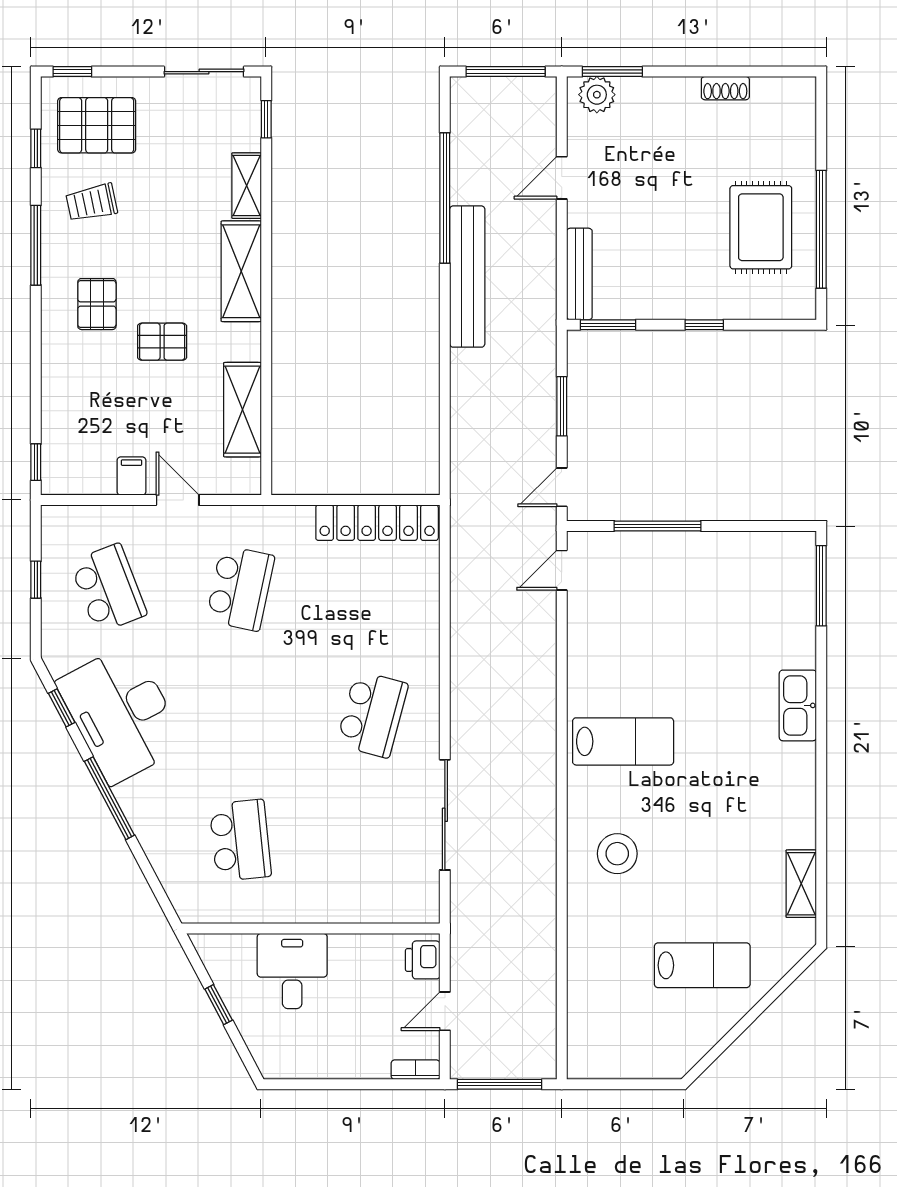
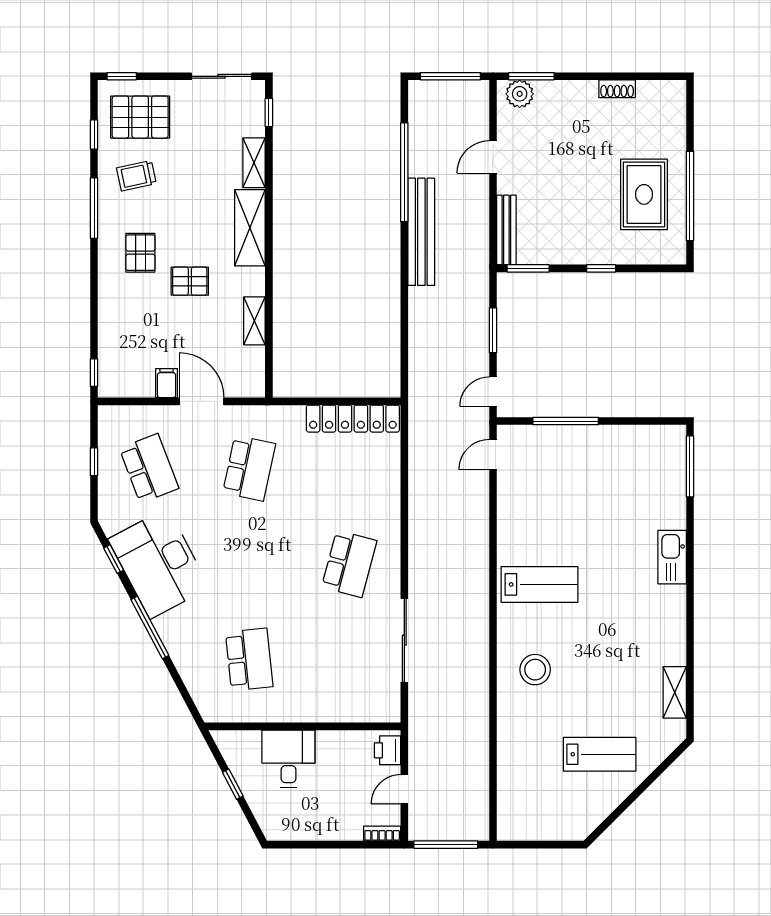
shelving: (243, 410) -> (254, 321), width x0.67, depth x0.75
door: (178, 500) -> (202, 401), width x1.38

